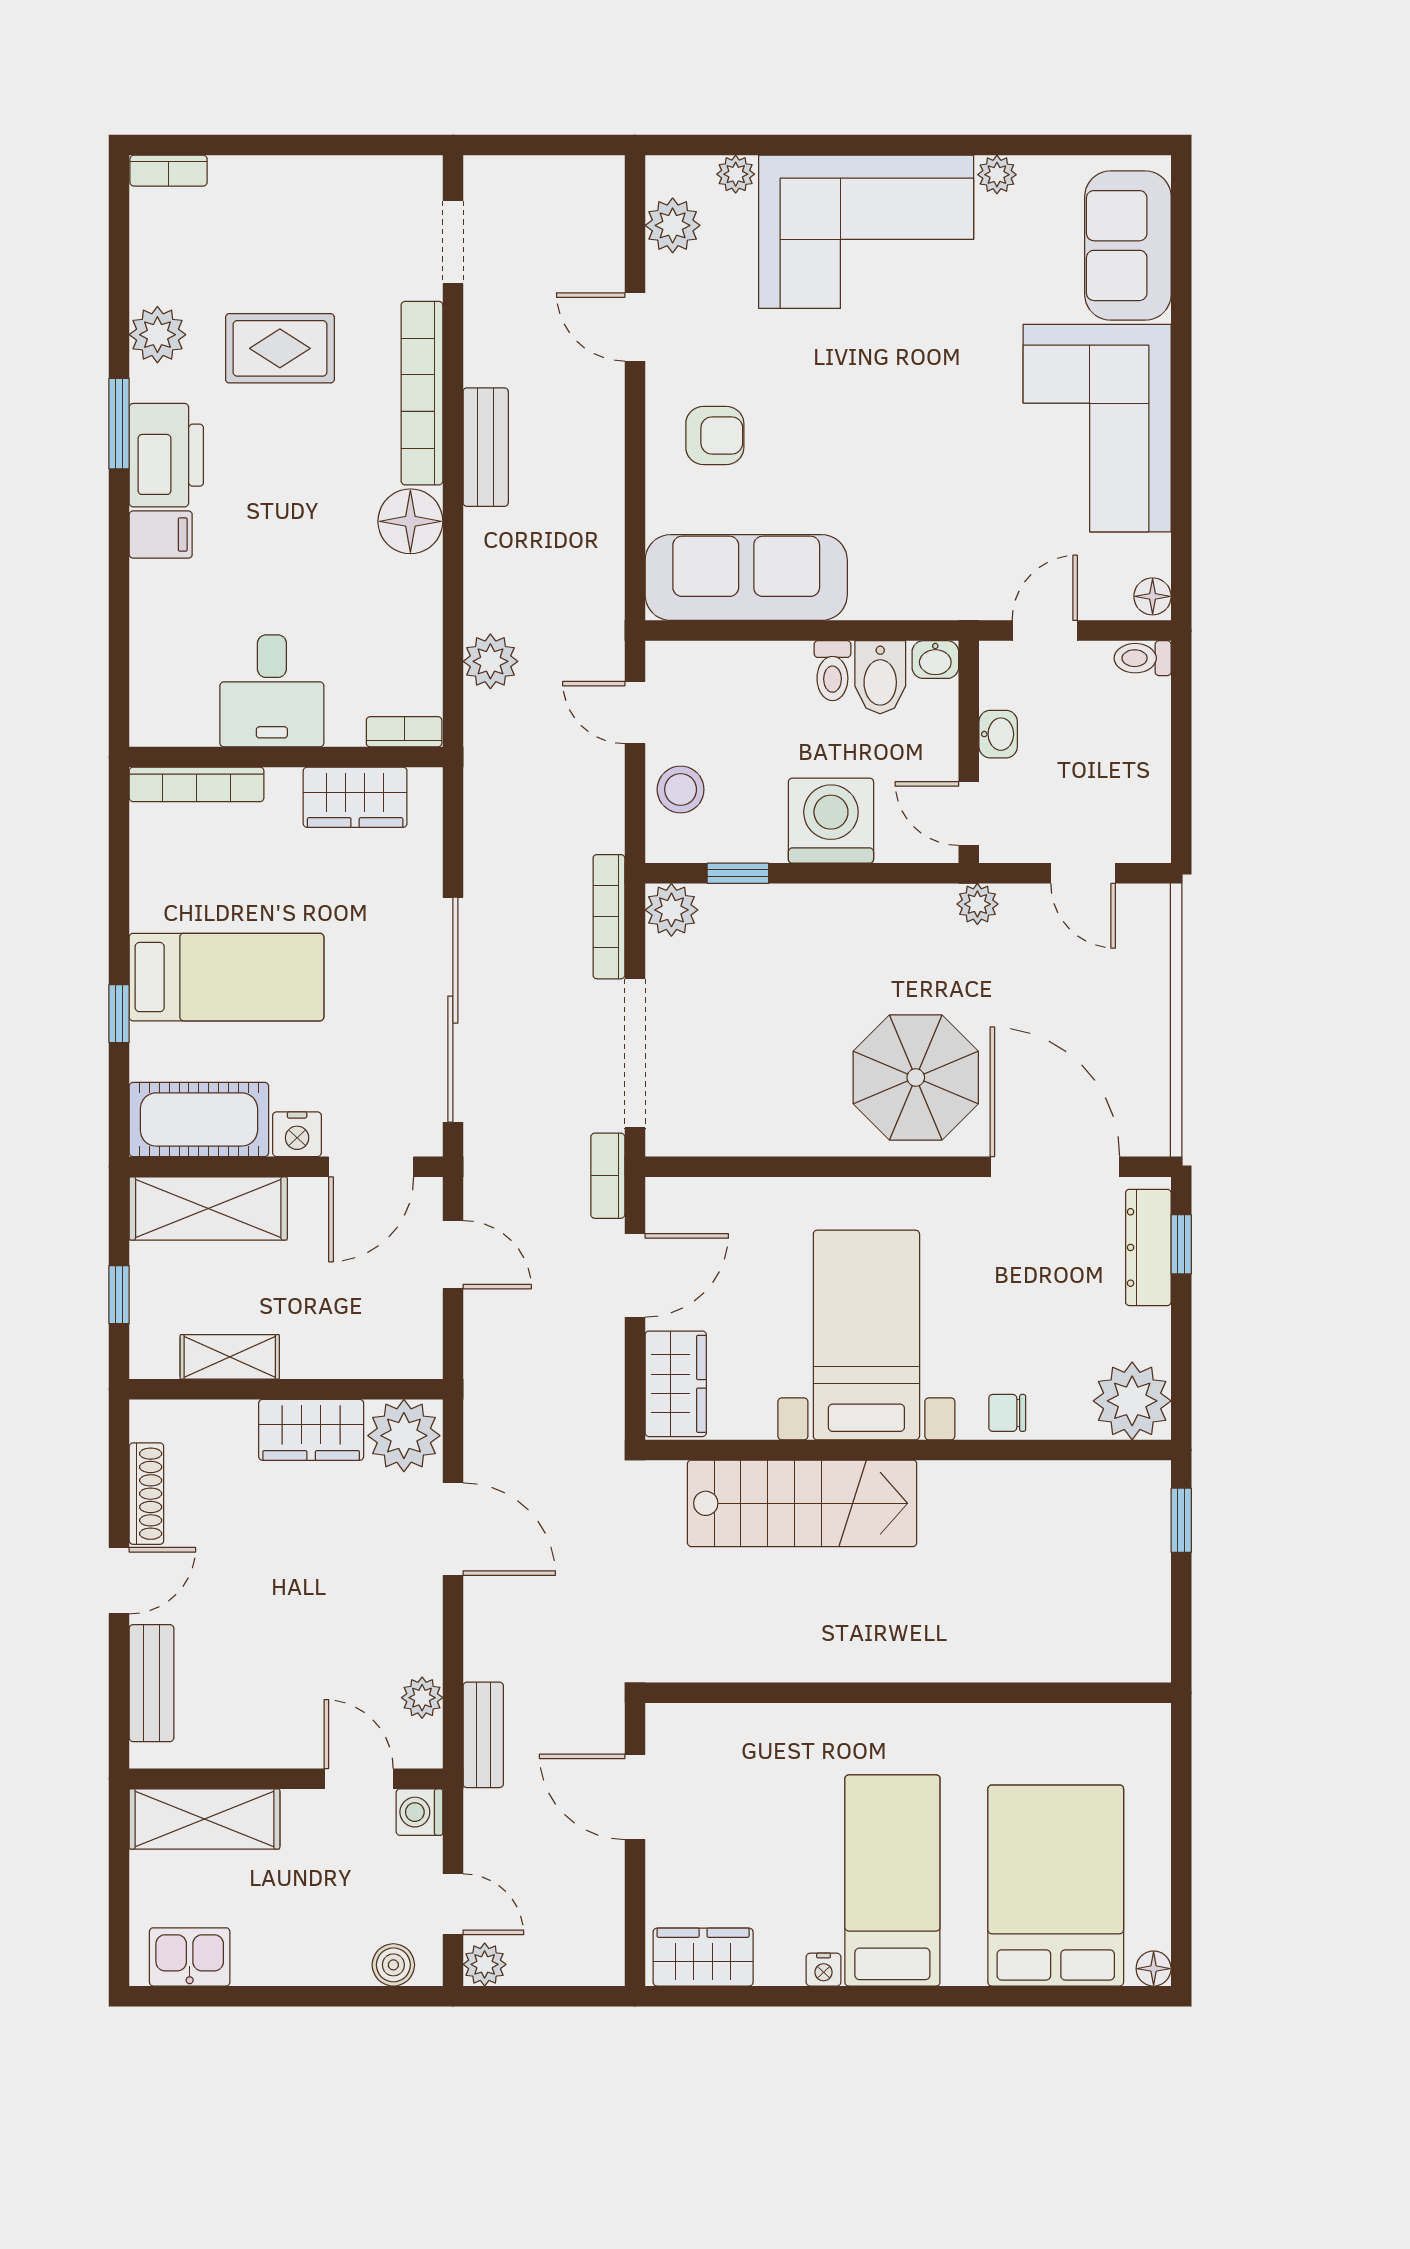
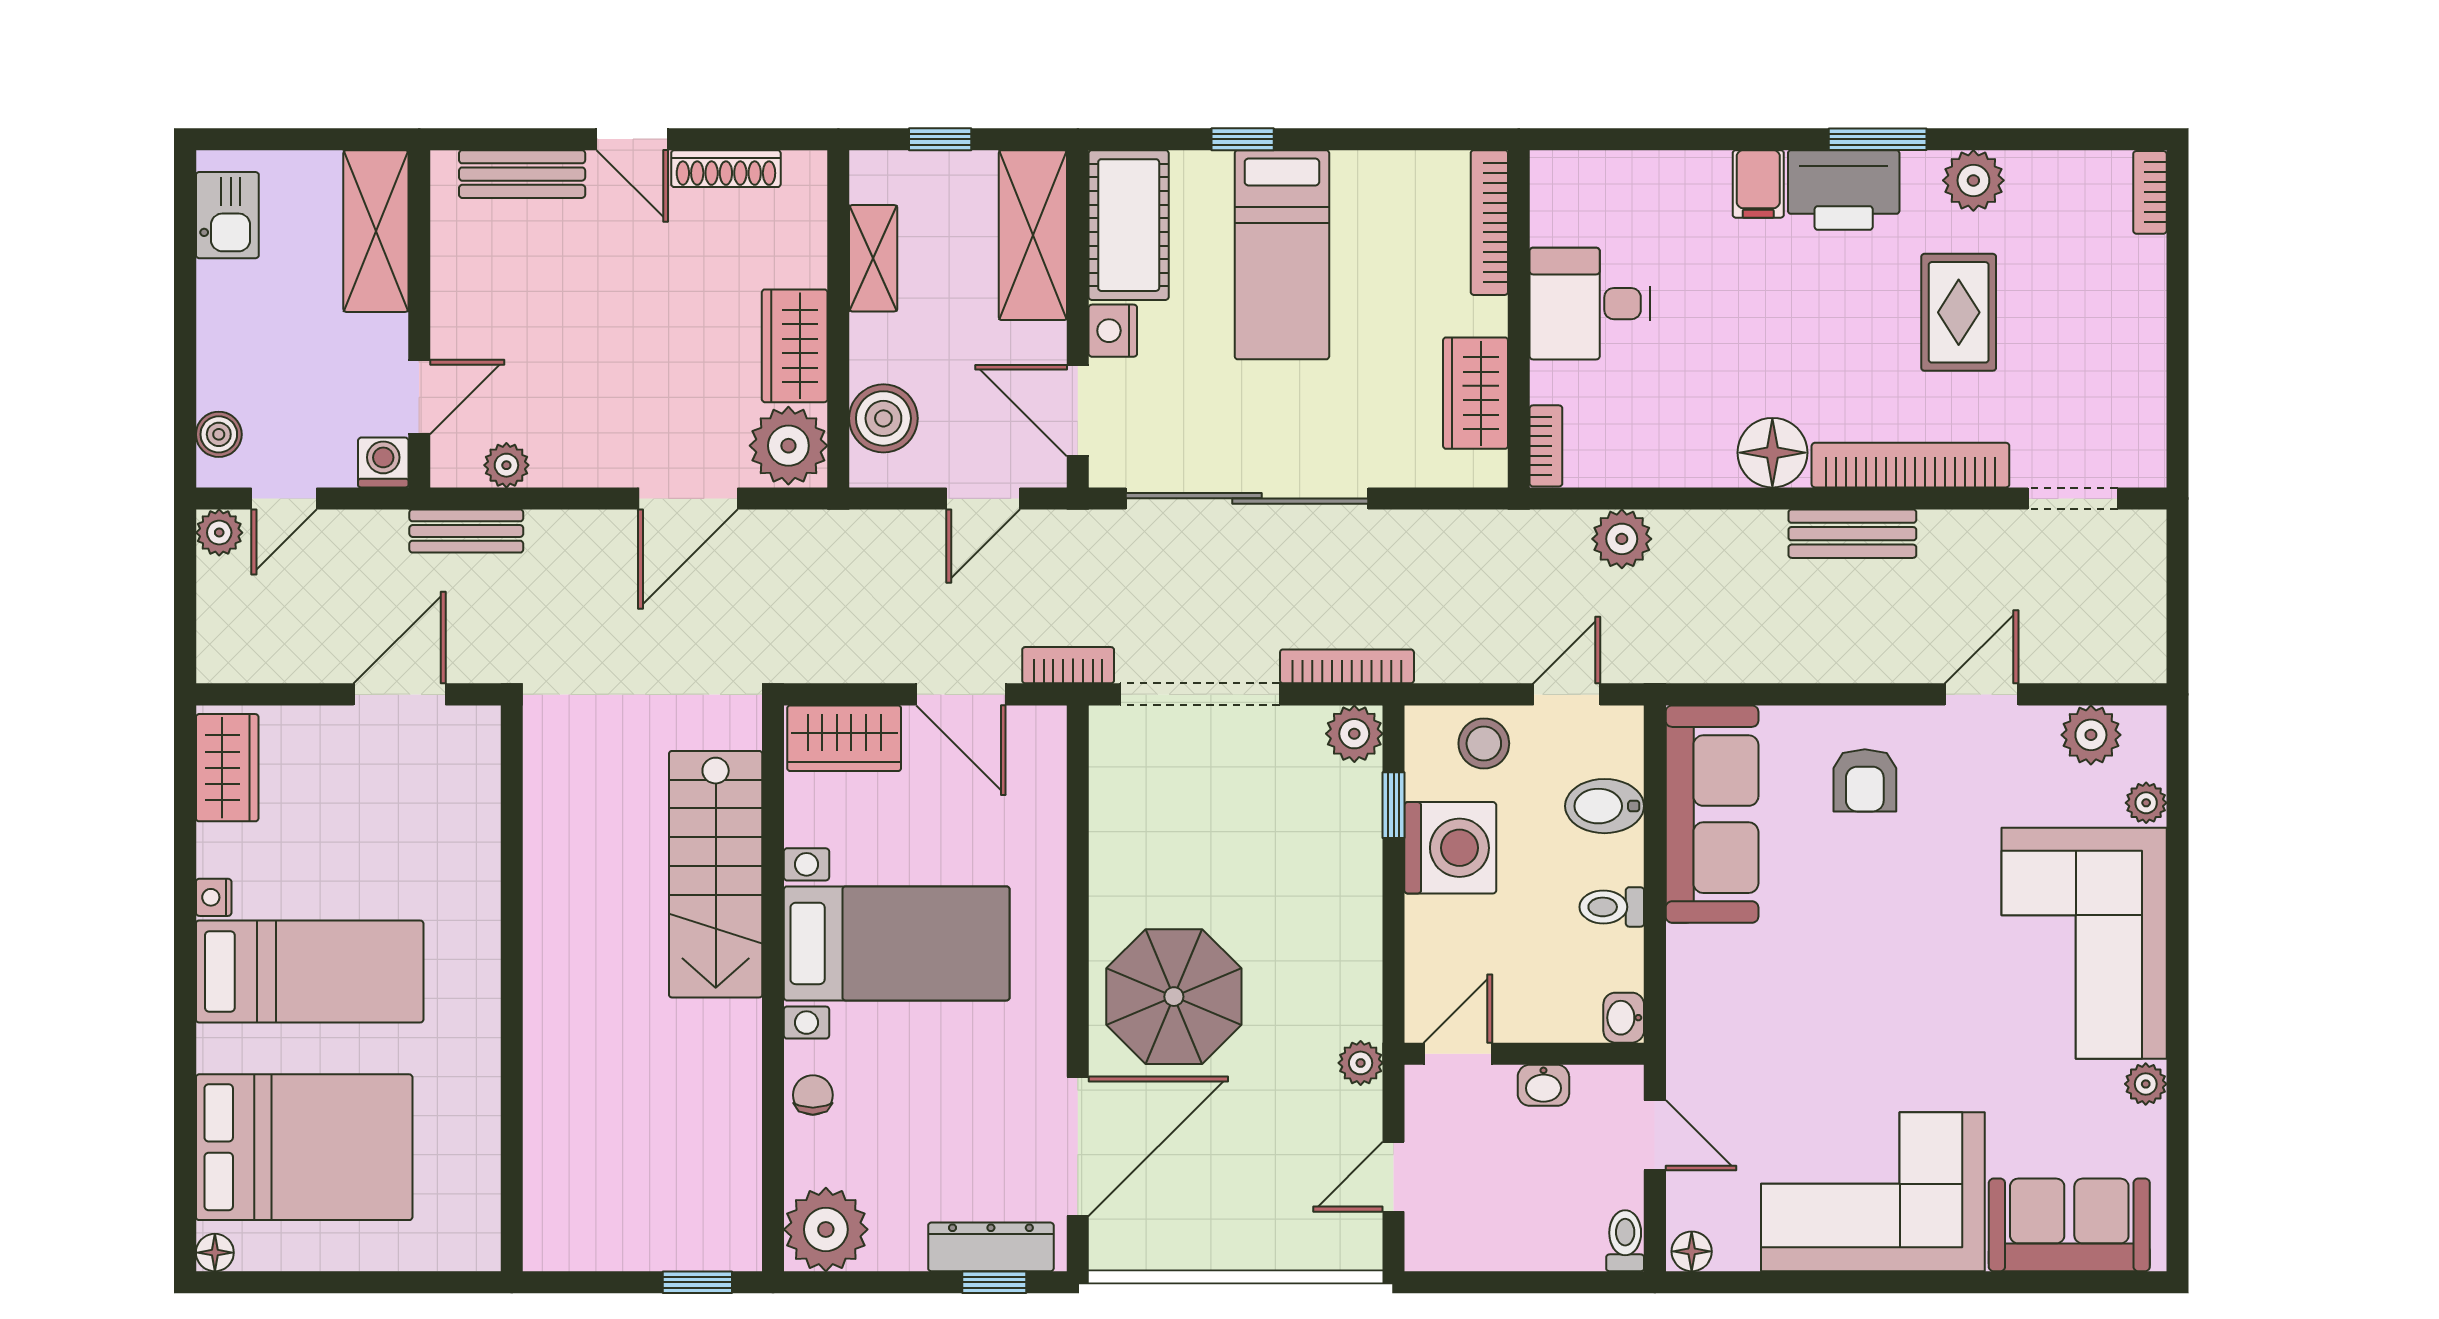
bidet: (880, 677) -> (1605, 806), moved
washing machine: (831, 821) -> (1450, 848), moved
boiler: (379, 1347) -> (883, 418), added

